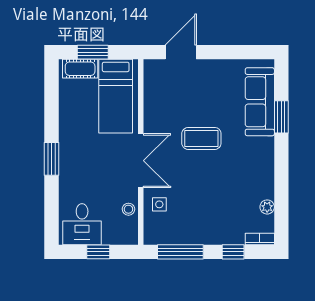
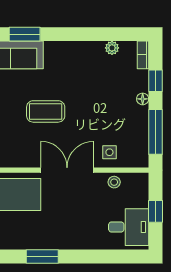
coffee table: (201, 138) -> (46, 111), turned 90
window: (52, 159) -> (42, 257), moved
floor lamp: (214, 239) -> (143, 99), added

